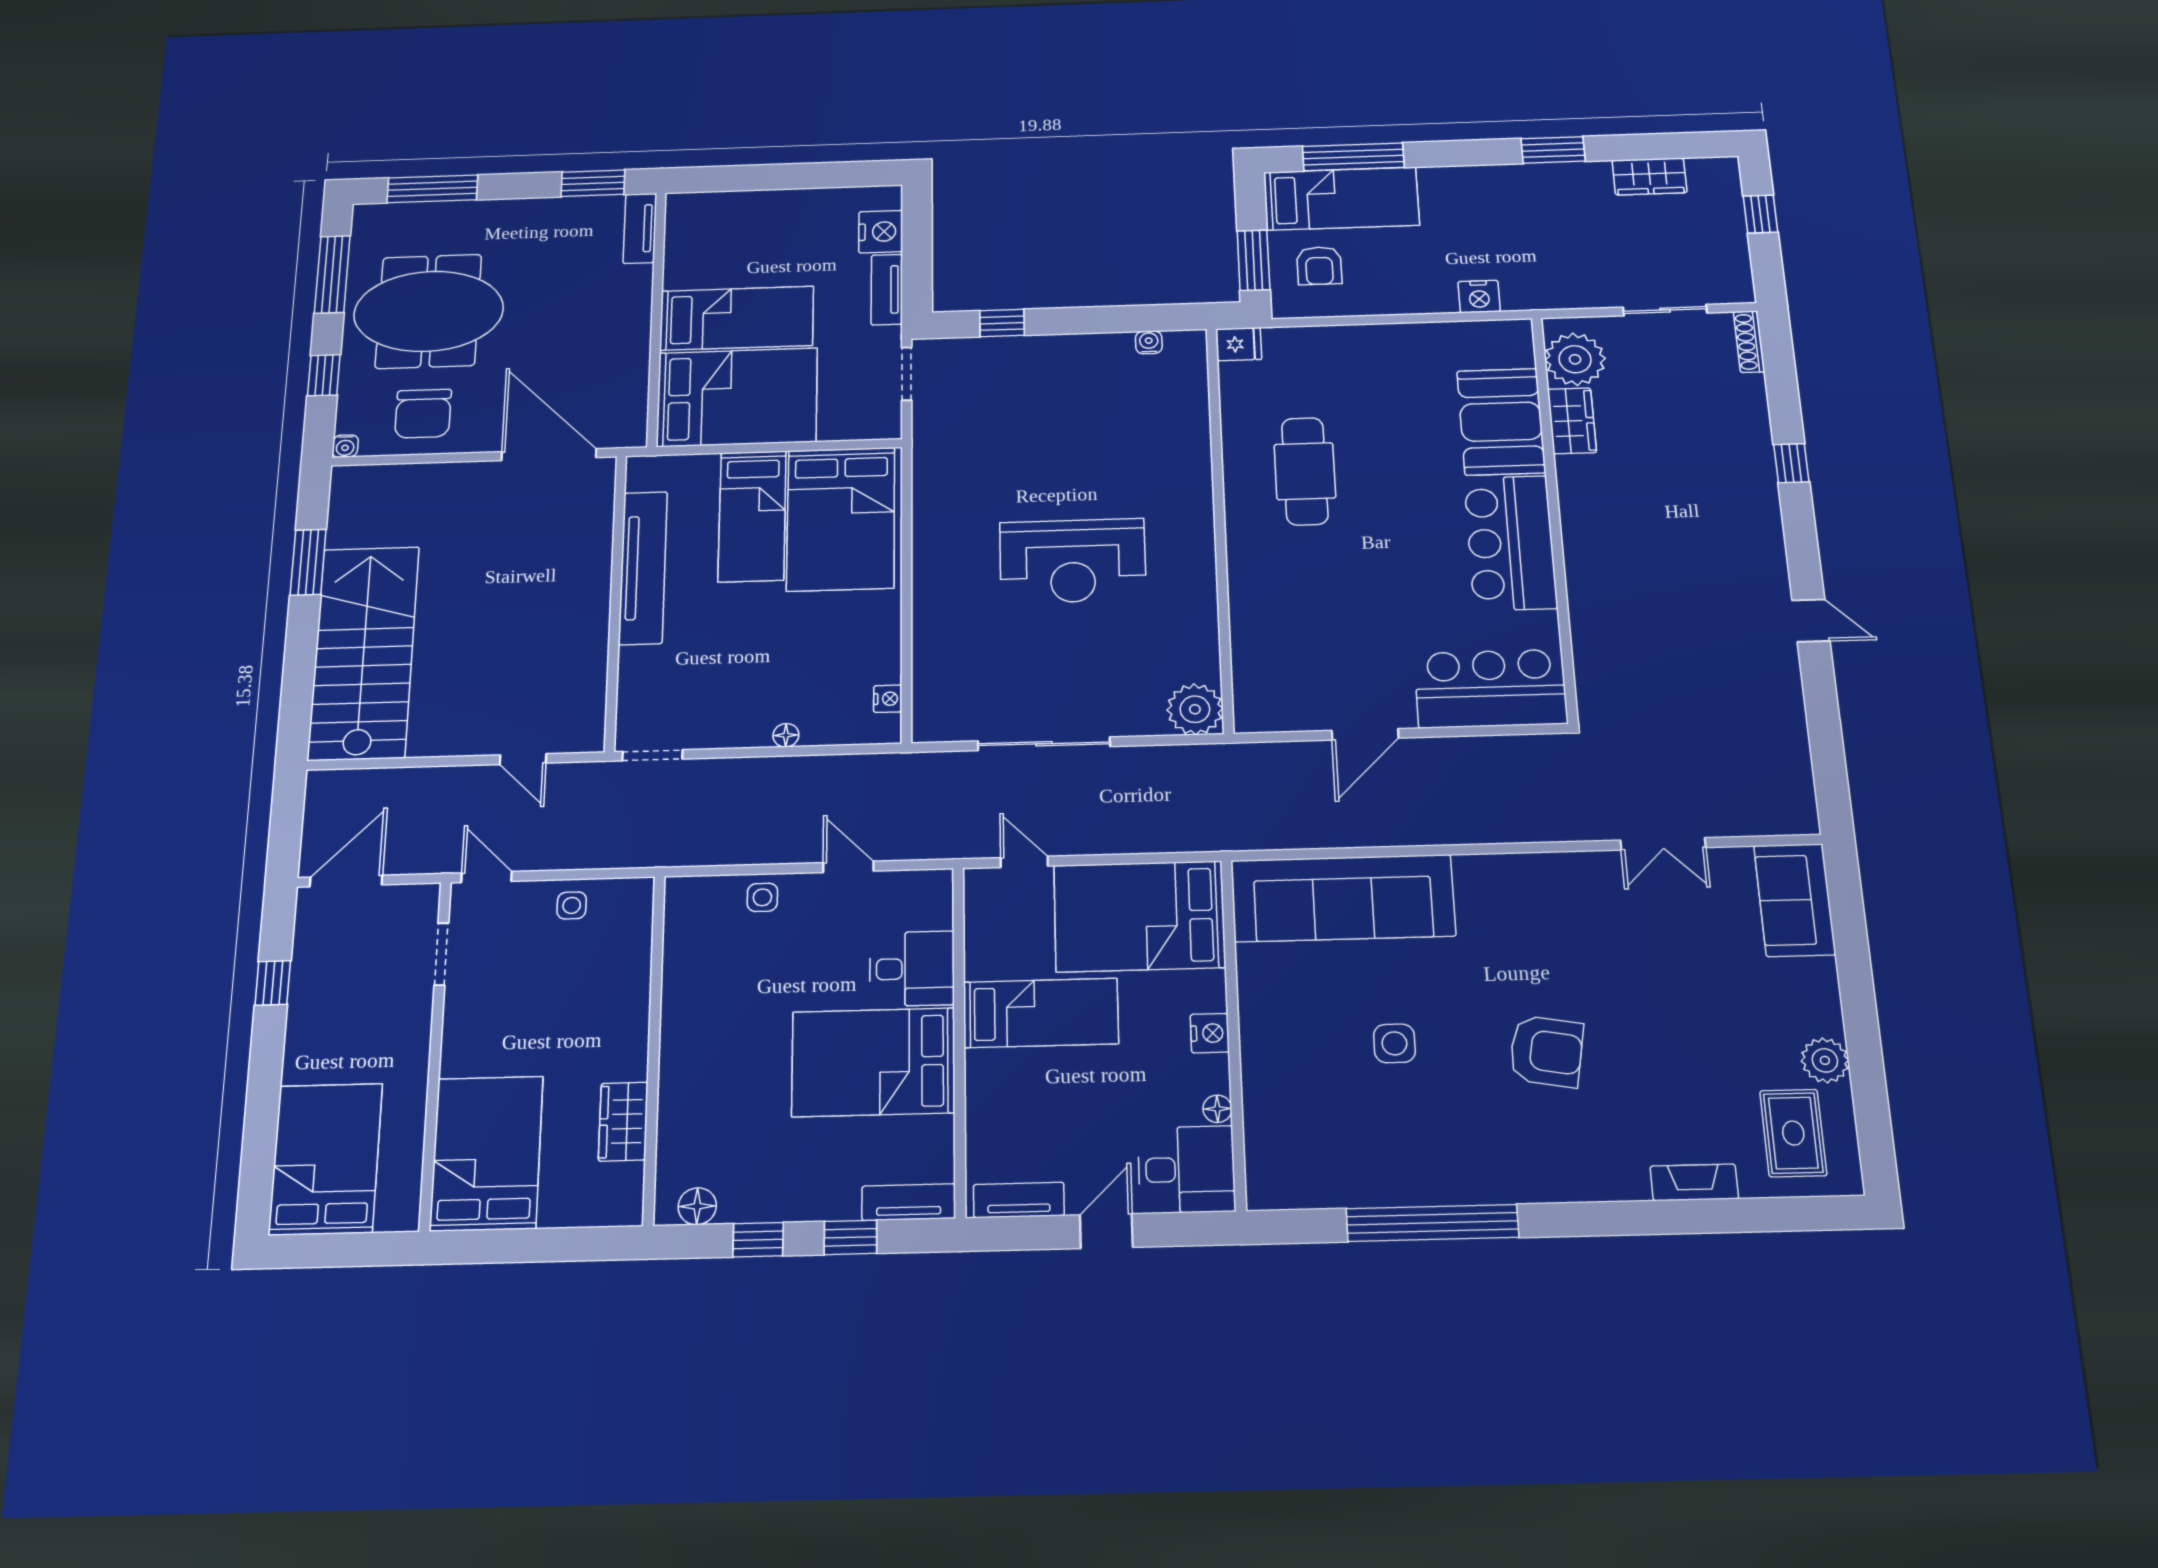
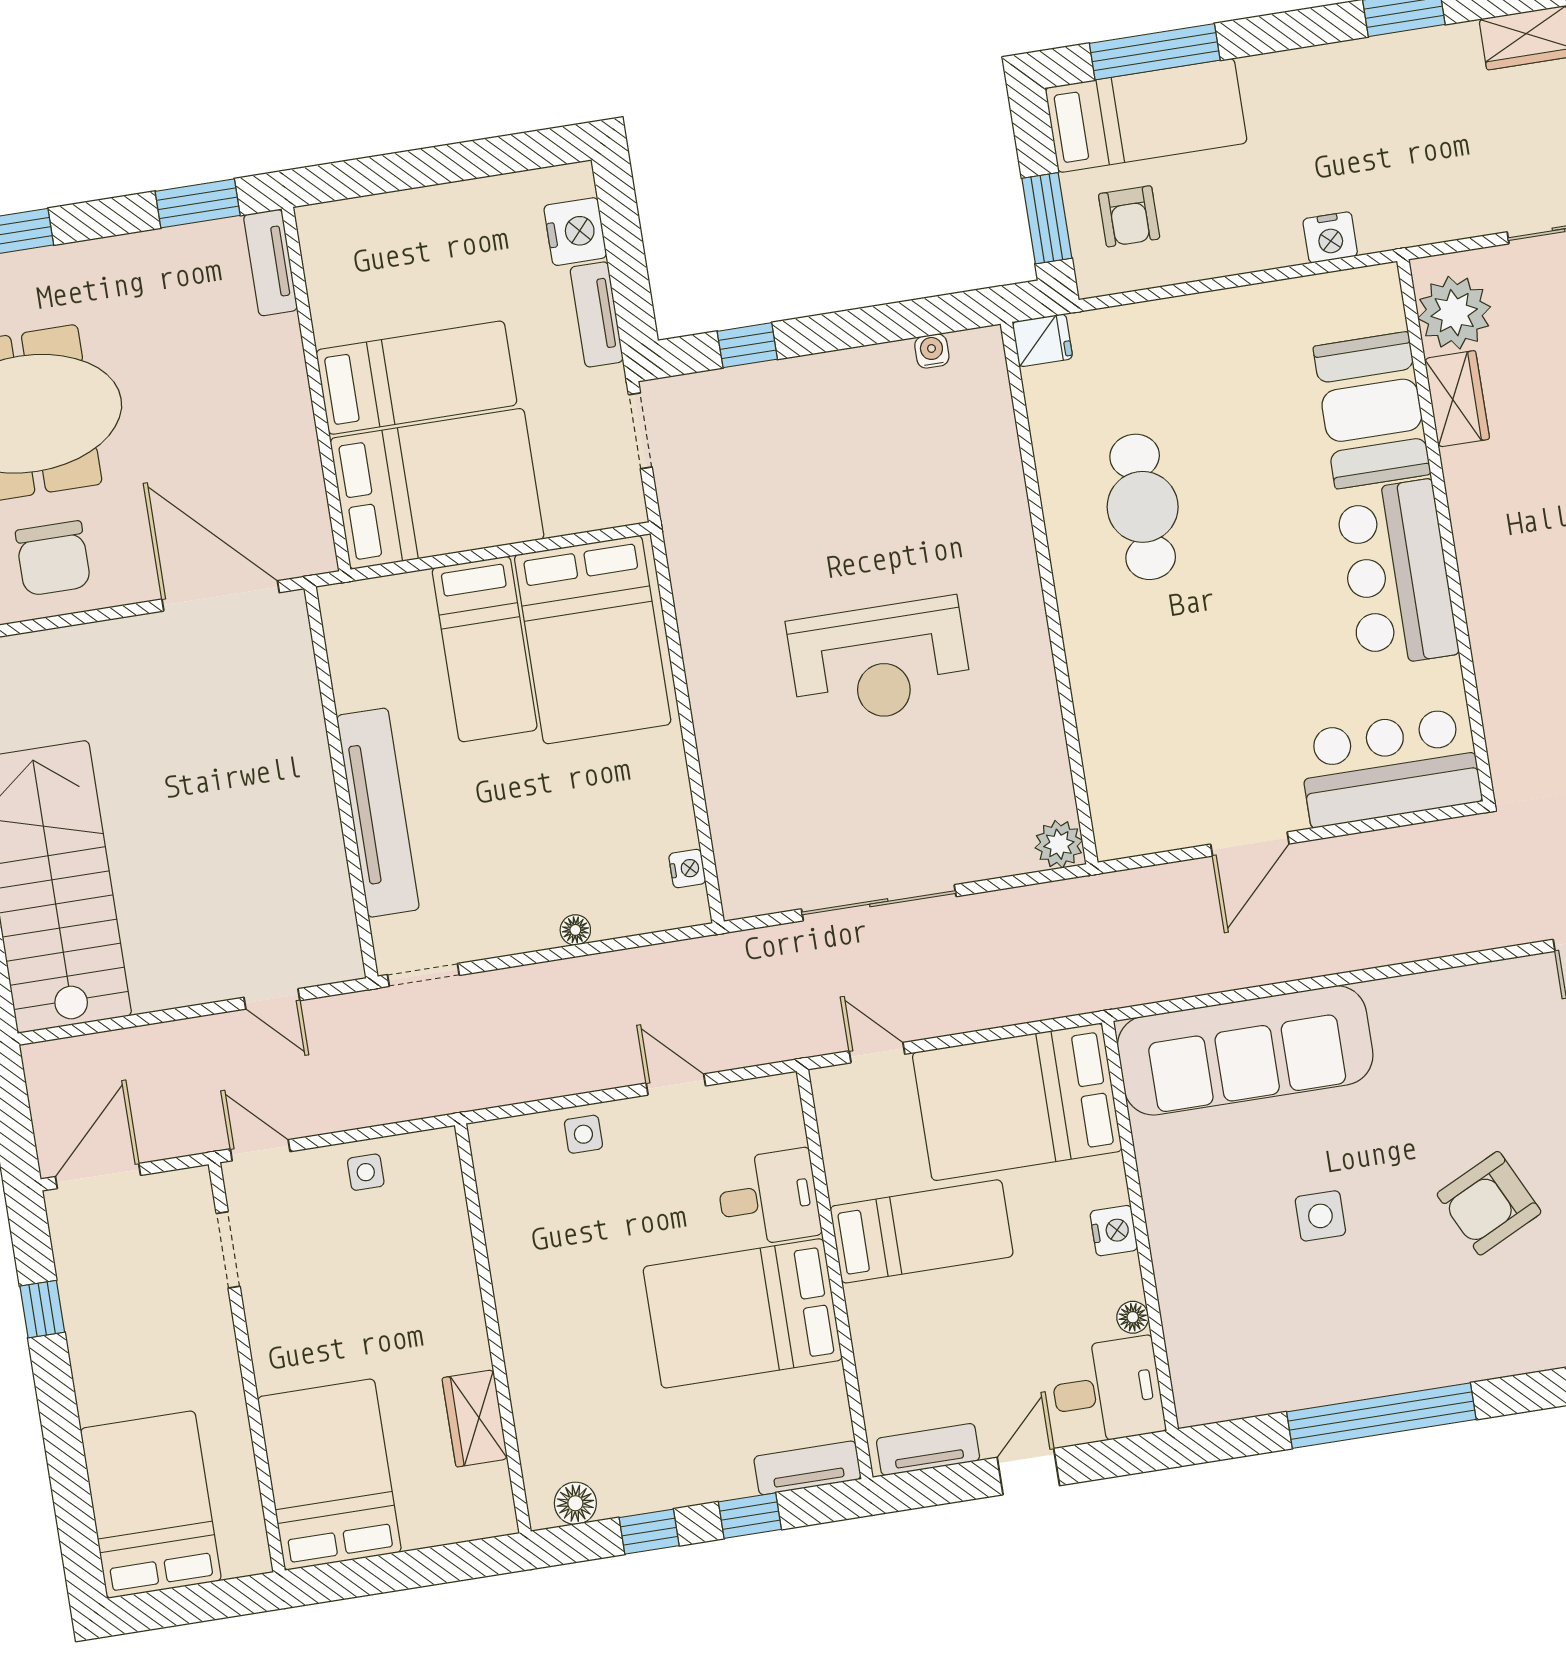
tv unit: (643, 568) -> (378, 813), moved
plant: (1195, 709) -> (1059, 844), width x0.73, depth x0.73
armchair: (1546, 1051) -> (1489, 1203), turned 144

